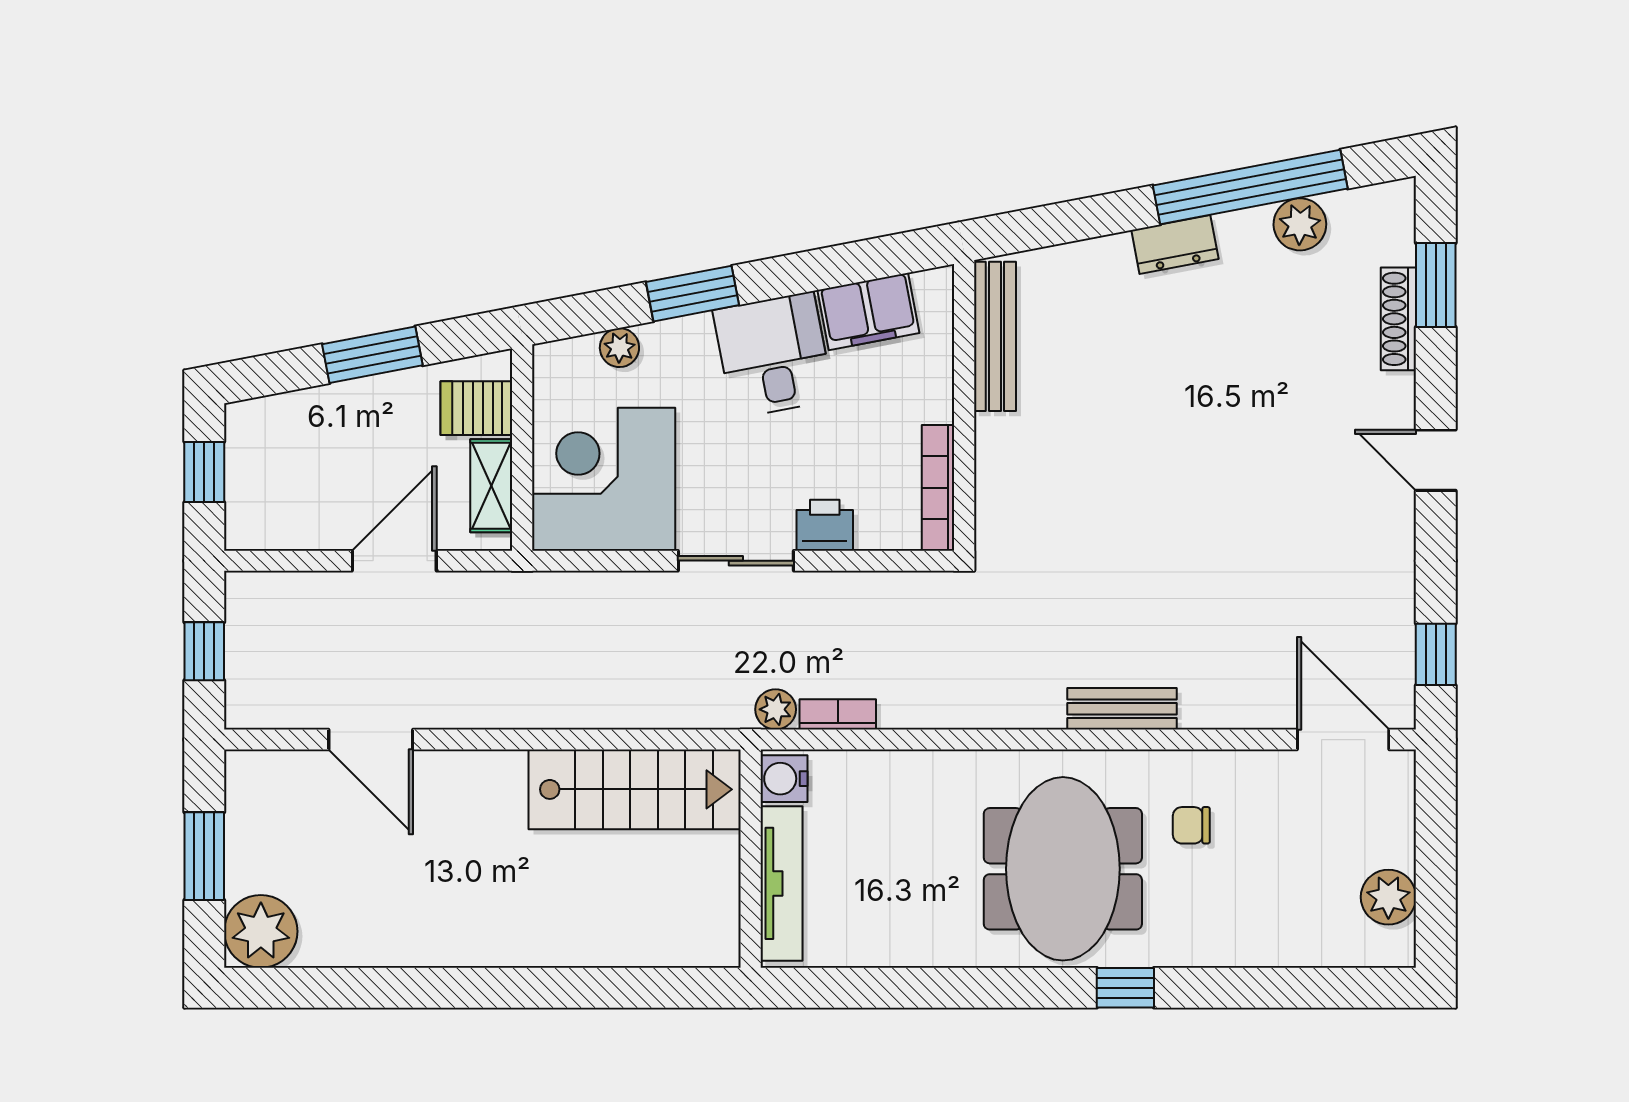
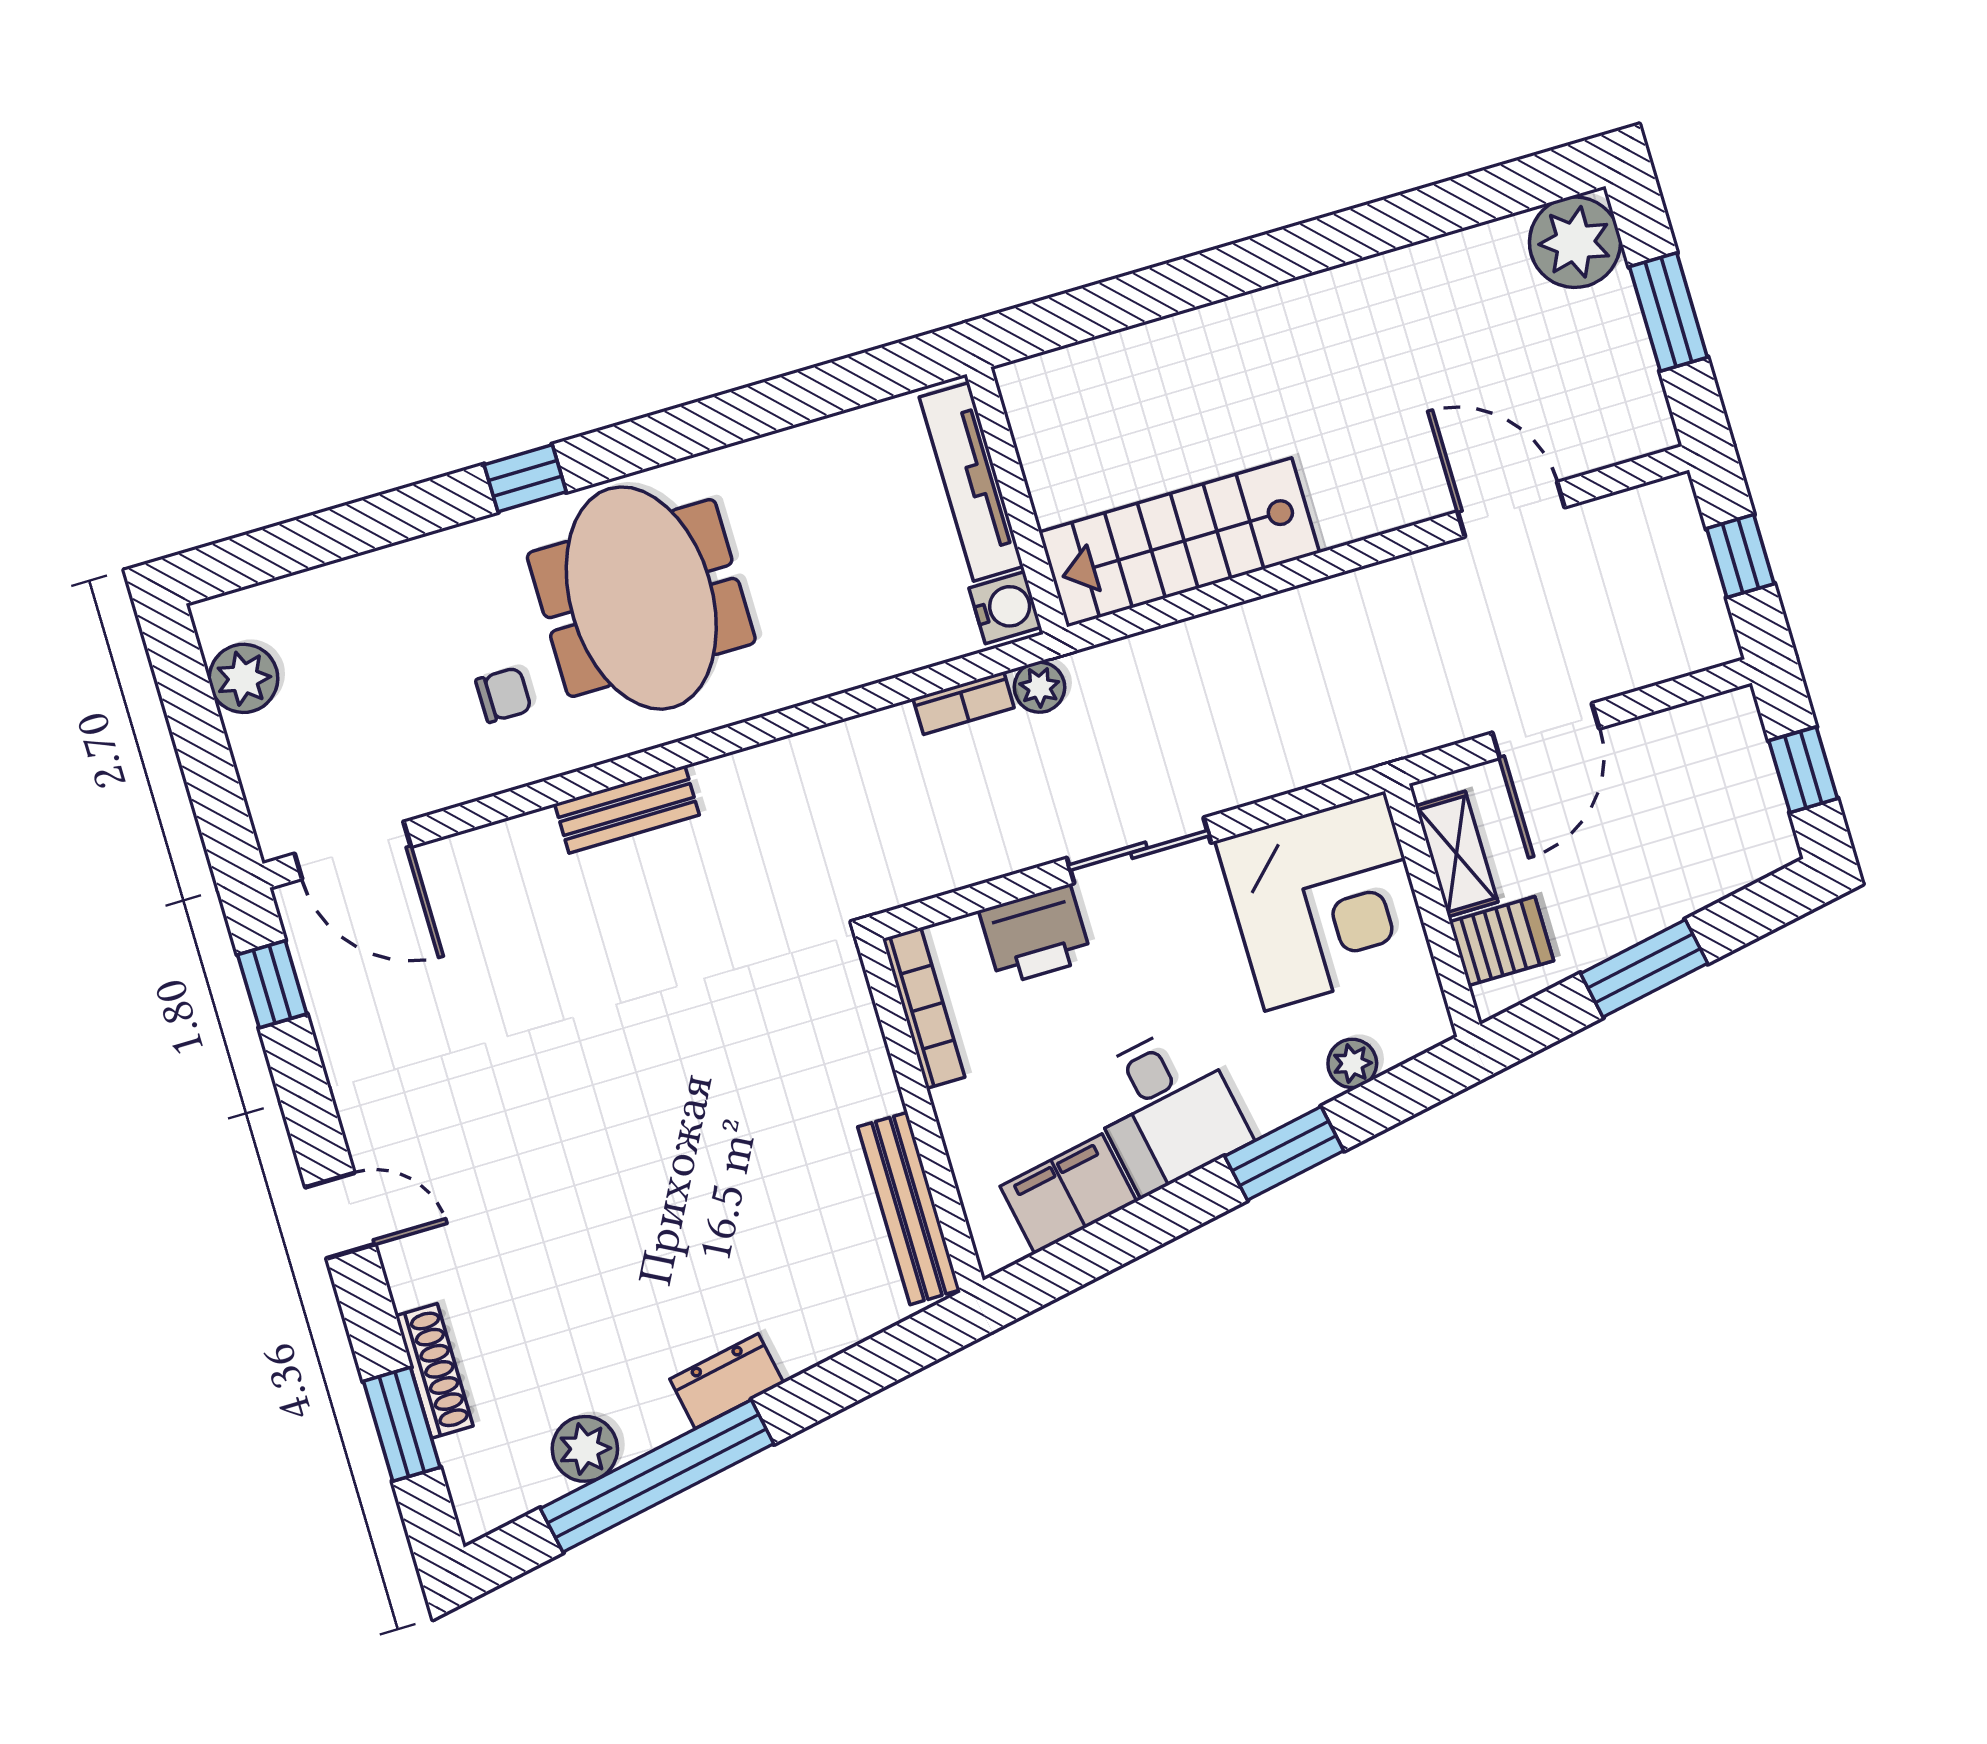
printer: (825, 525) -> (1035, 935), width x1.36, depth x1.24

